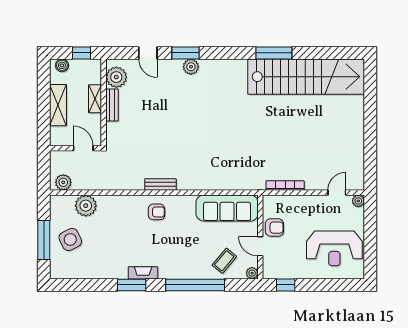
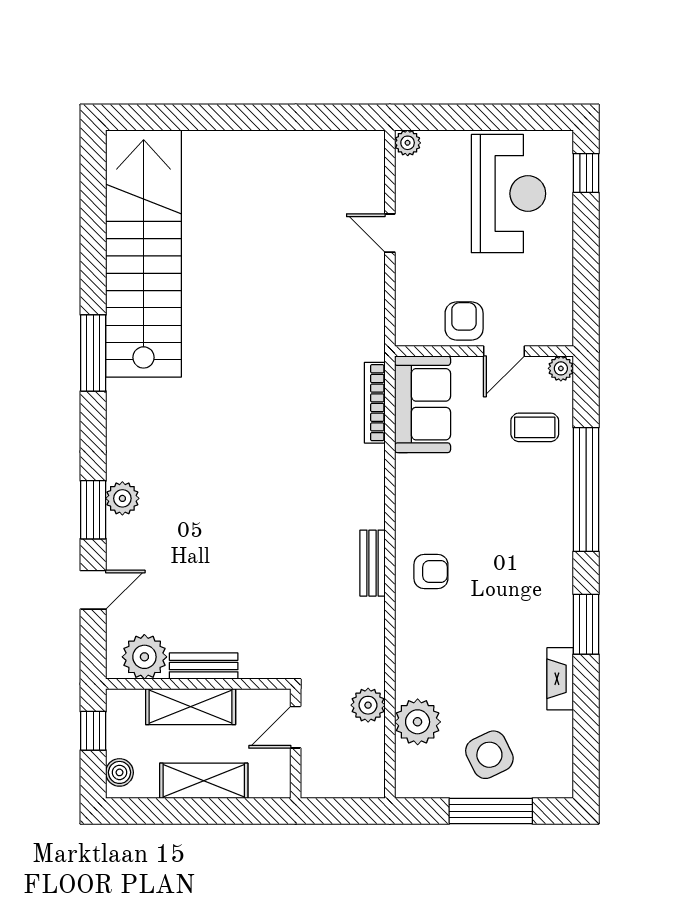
window: (274, 53) -> (93, 353), moved
shelving: (95, 99) -> (191, 707), width x1.50, depth x1.33
plant: (63, 182) -> (368, 705), moved
bookcase: (285, 186) -> (375, 403), moved
door: (337, 193) -> (390, 233), moved
sofa: (227, 208) -> (423, 404), width x0.73
armchair: (157, 212) -> (431, 571), turned 90
coffee table: (224, 261) -> (535, 427), turned -40
fireplace: (143, 273) -> (560, 679), moved
window: (286, 285) -> (586, 173), moved

